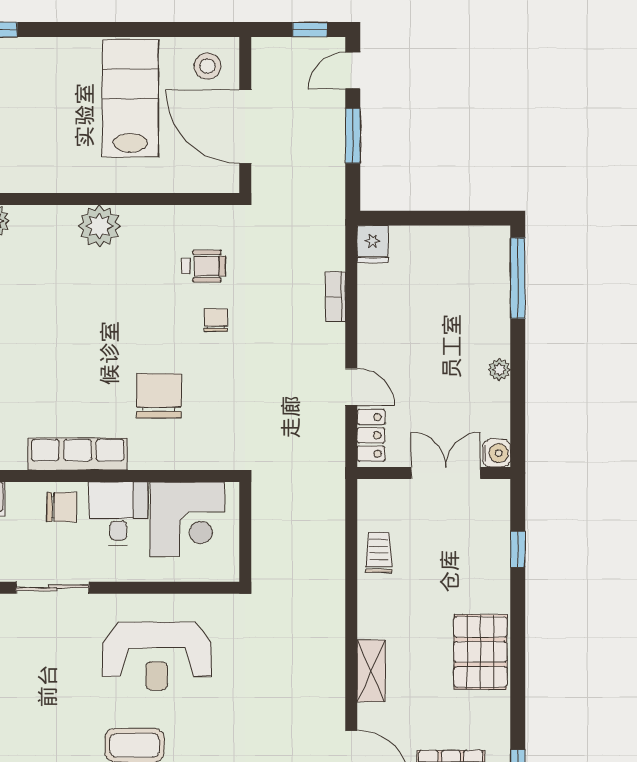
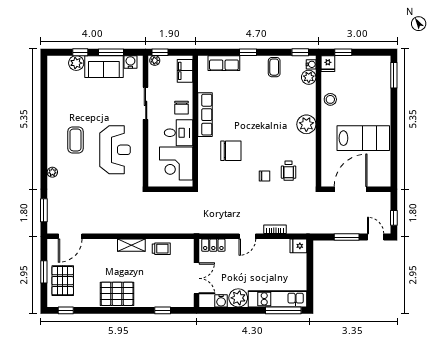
stool: (207, 66) -> (330, 99), moved
kitchen unit: (492, 291) -> (278, 299), added
plant: (499, 370) -> (238, 298), width x1.88, depth x1.88
door: (351, 387) -> (247, 236), moved
water cooler: (496, 453) -> (221, 301), moved
reception desk: (157, 656) -> (115, 150), turned 180
shelving: (371, 671) -> (131, 245), moved

